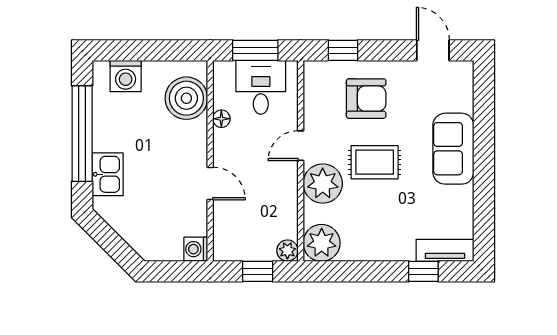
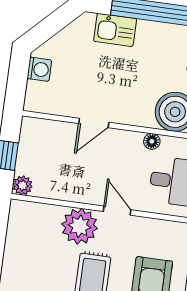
plant: (322, 243) -> (25, 218), removed
washing machine: (196, 249) -> (39, 69), moved, turned 90

